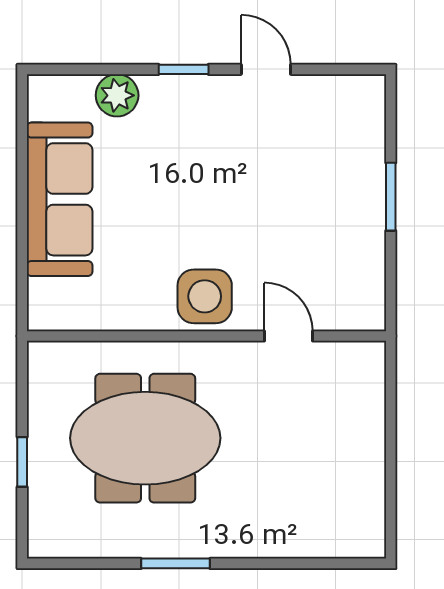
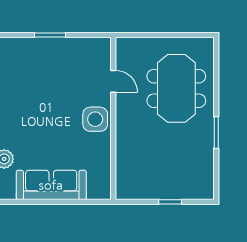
door: (288, 336) -> (113, 81), swing flipped
meeting table: (145, 438) -> (176, 88), moved

